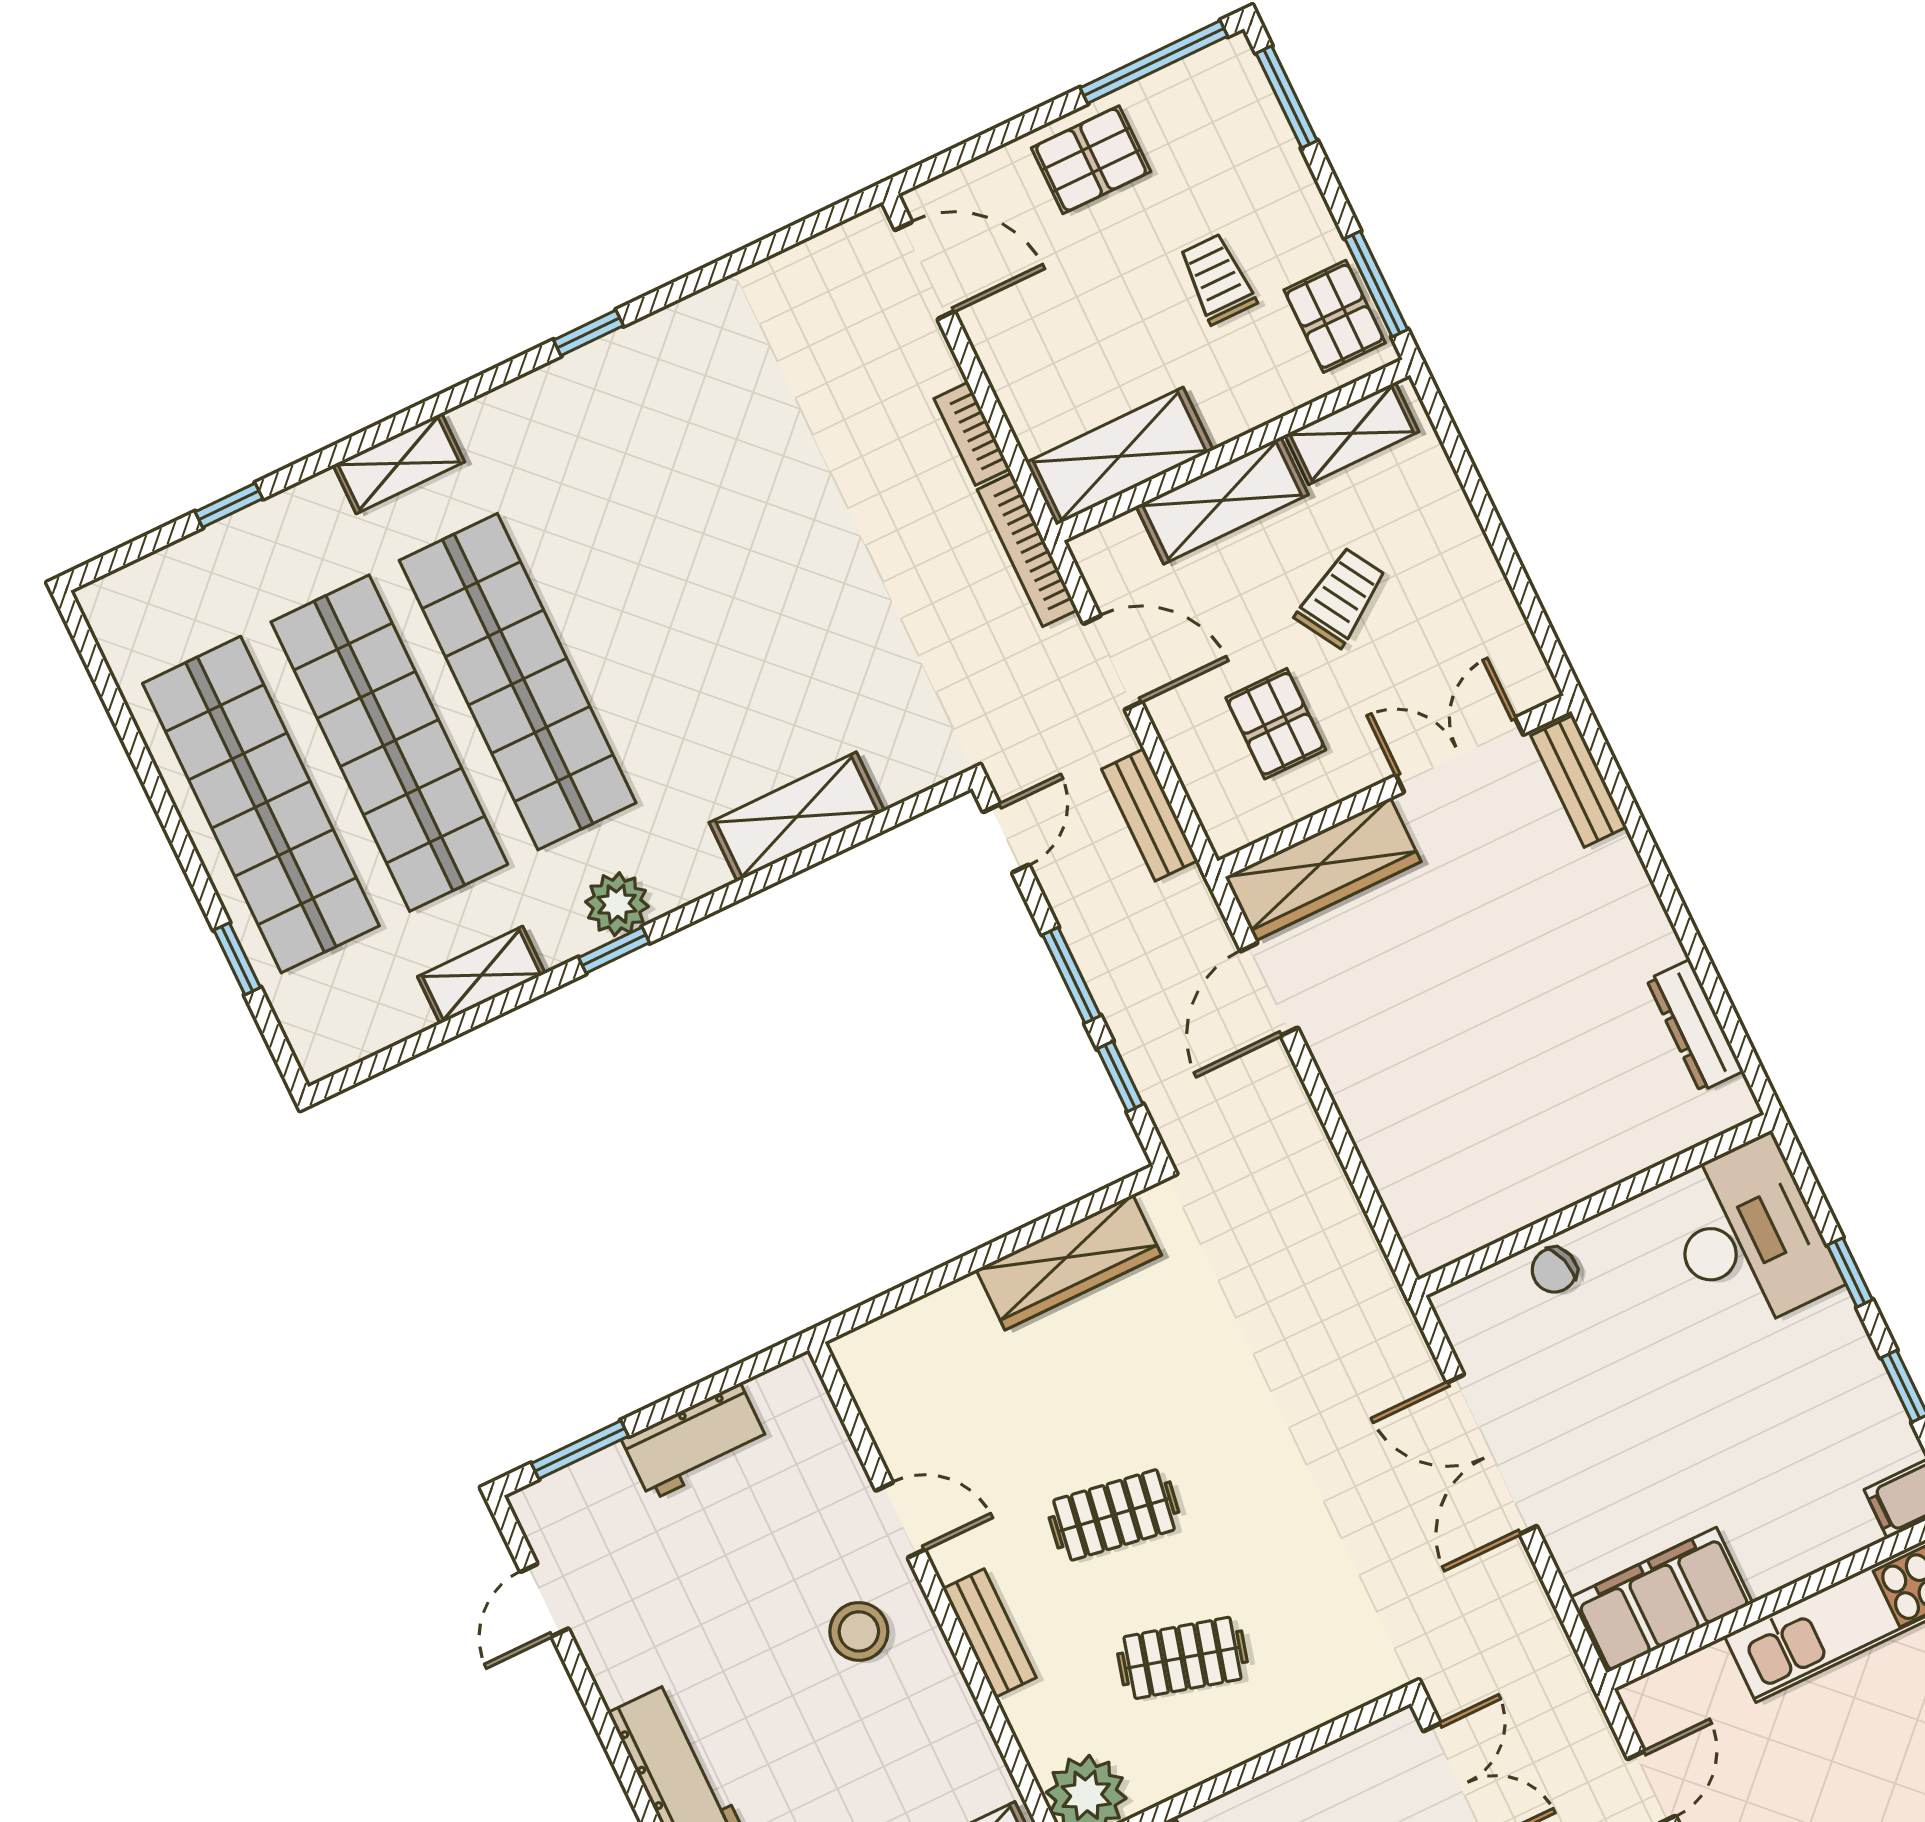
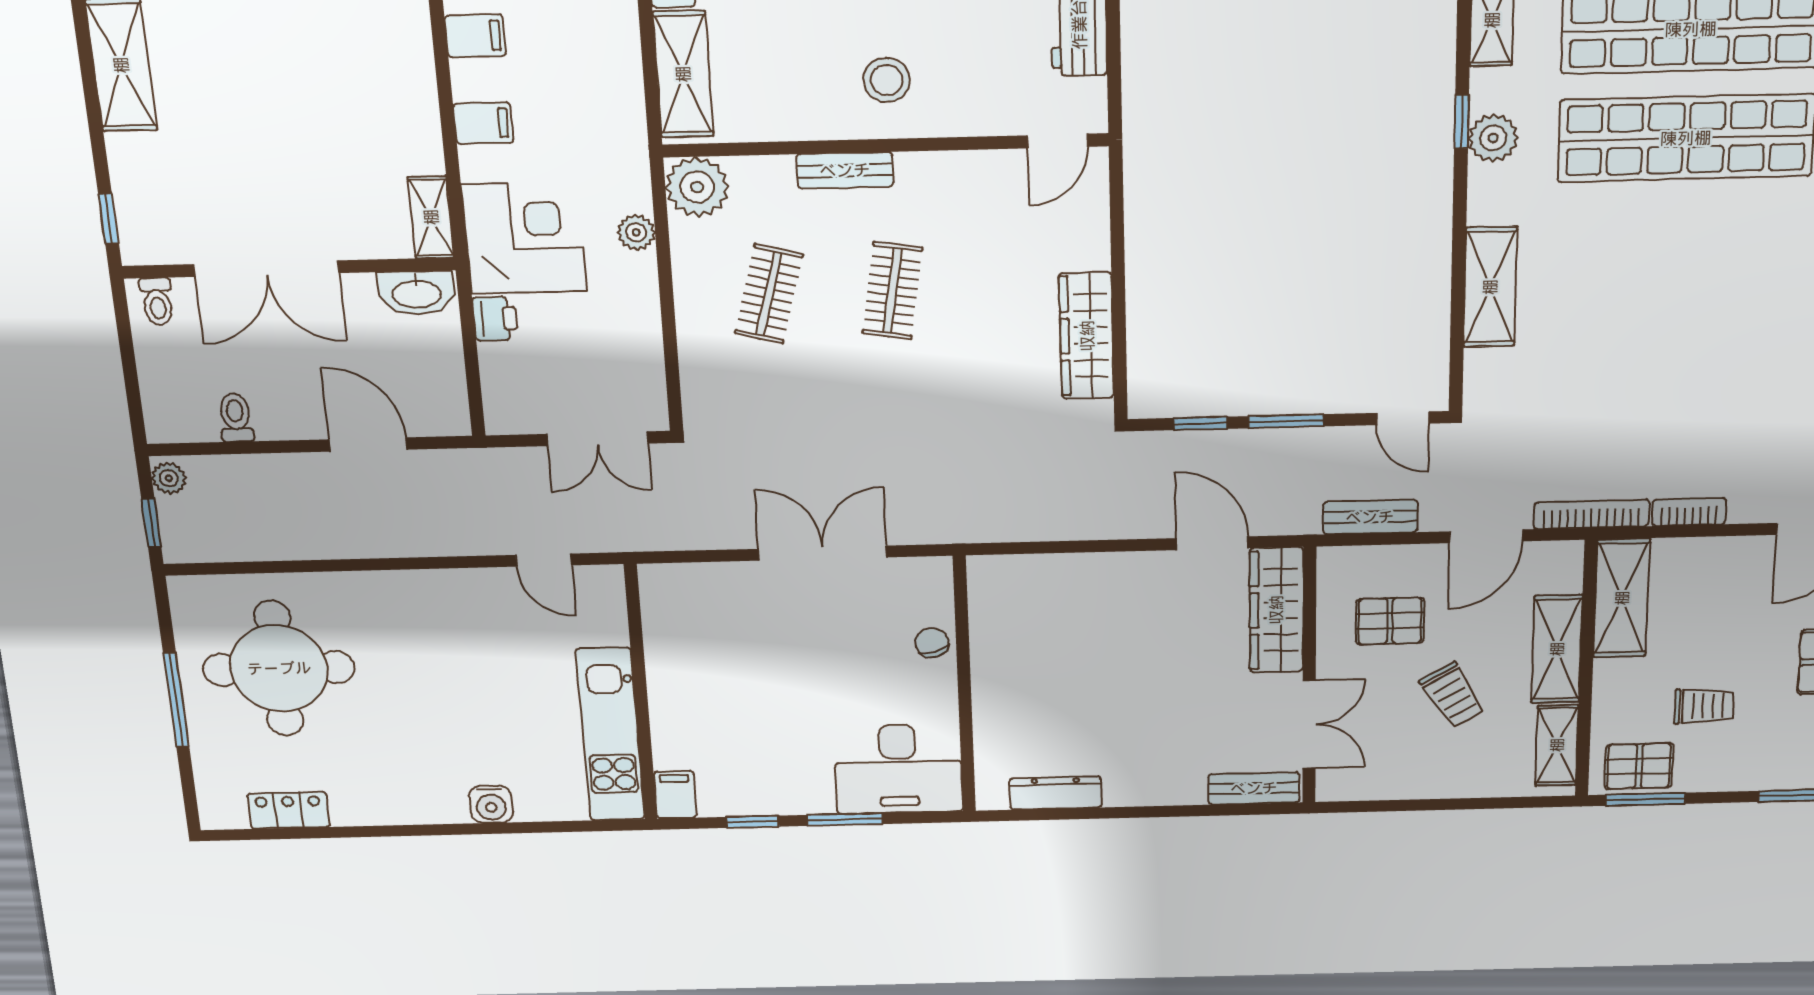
window: (1850, 1272) -> (845, 819), width x1.50
door: (900, 1520) -> (1058, 141), moved
filing cabinet: (1661, 1600) -> (673, 618), removed

